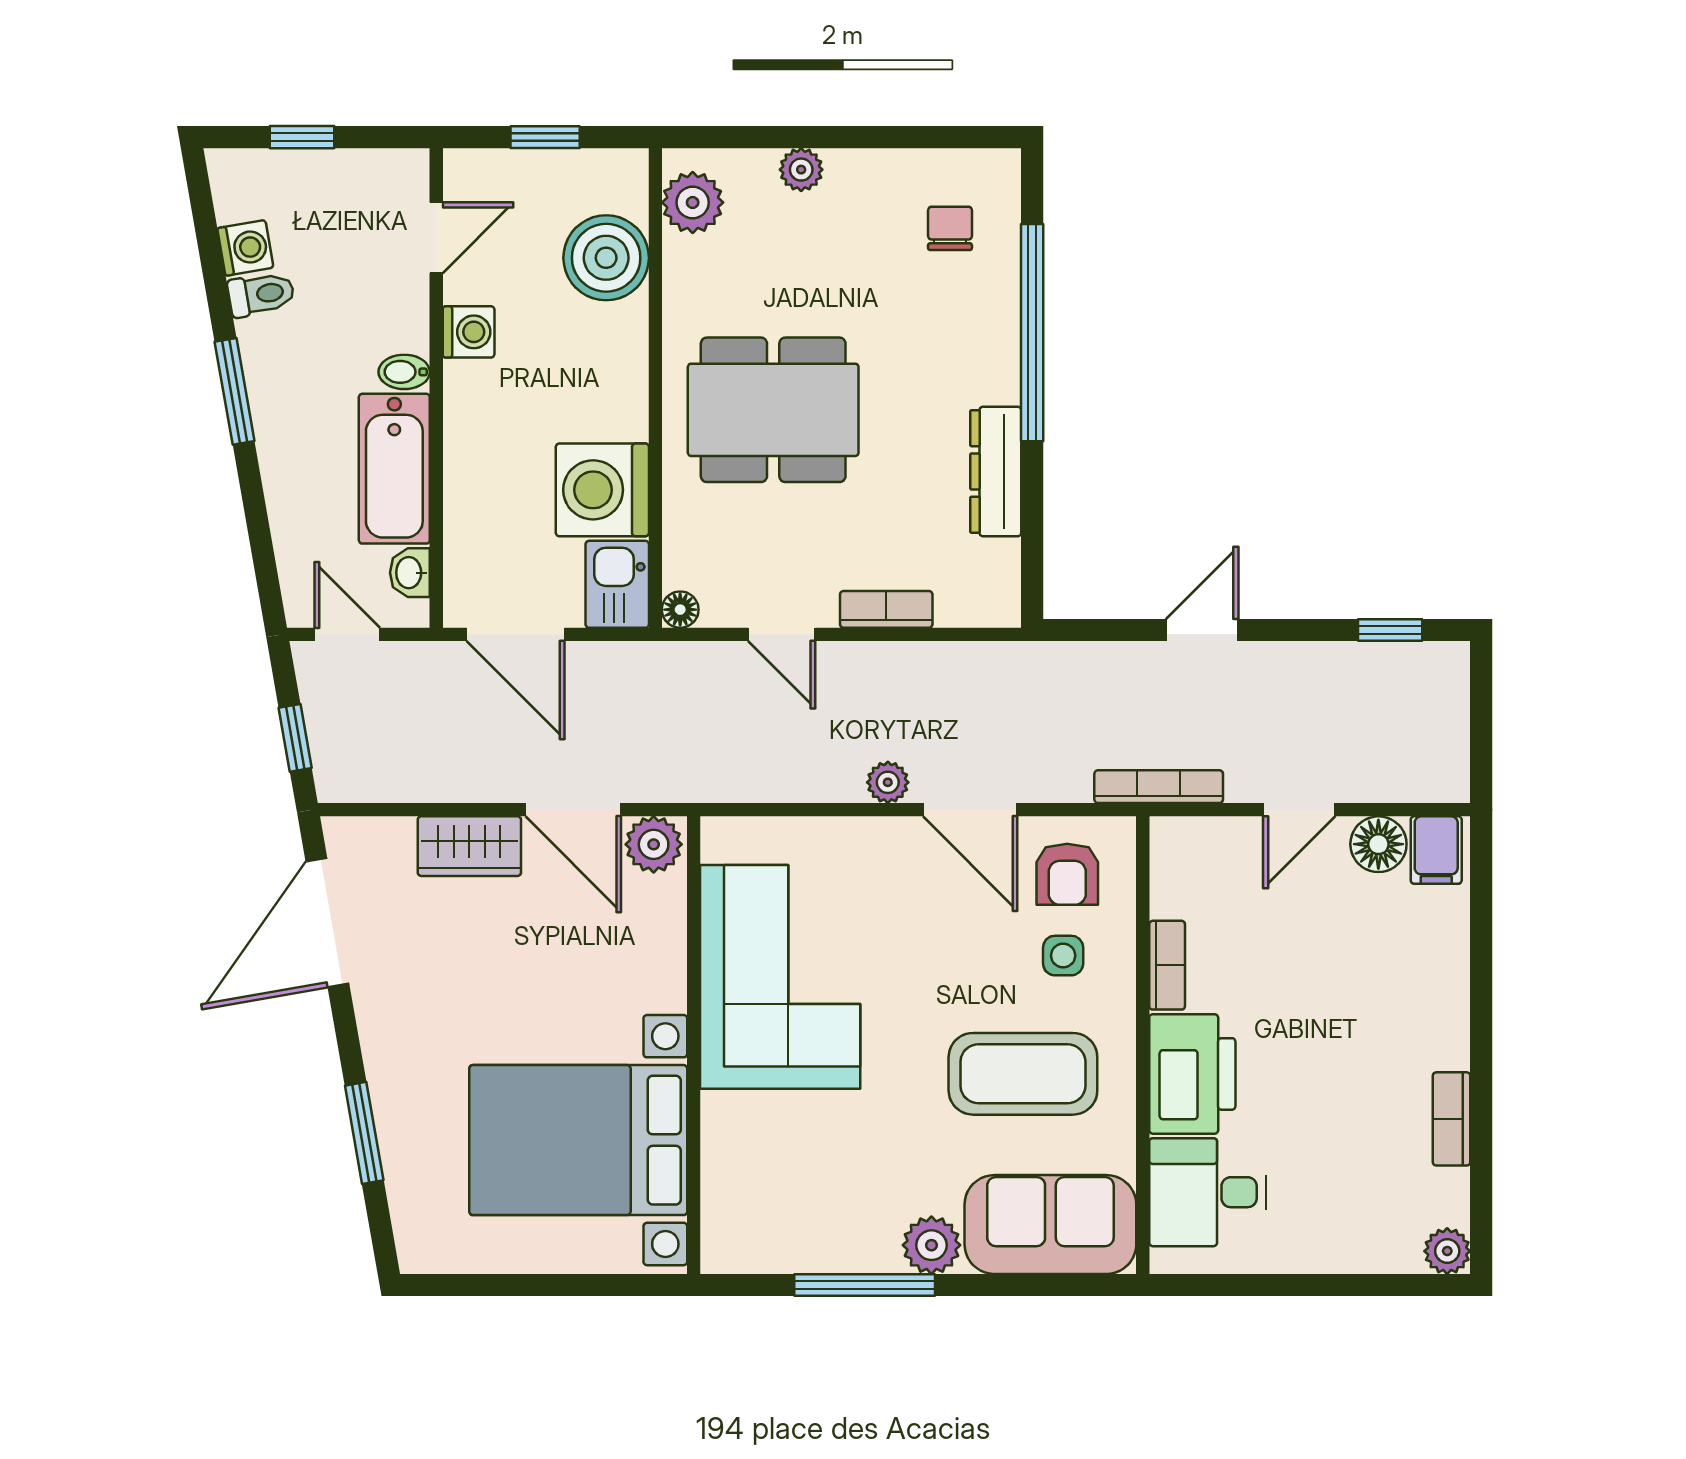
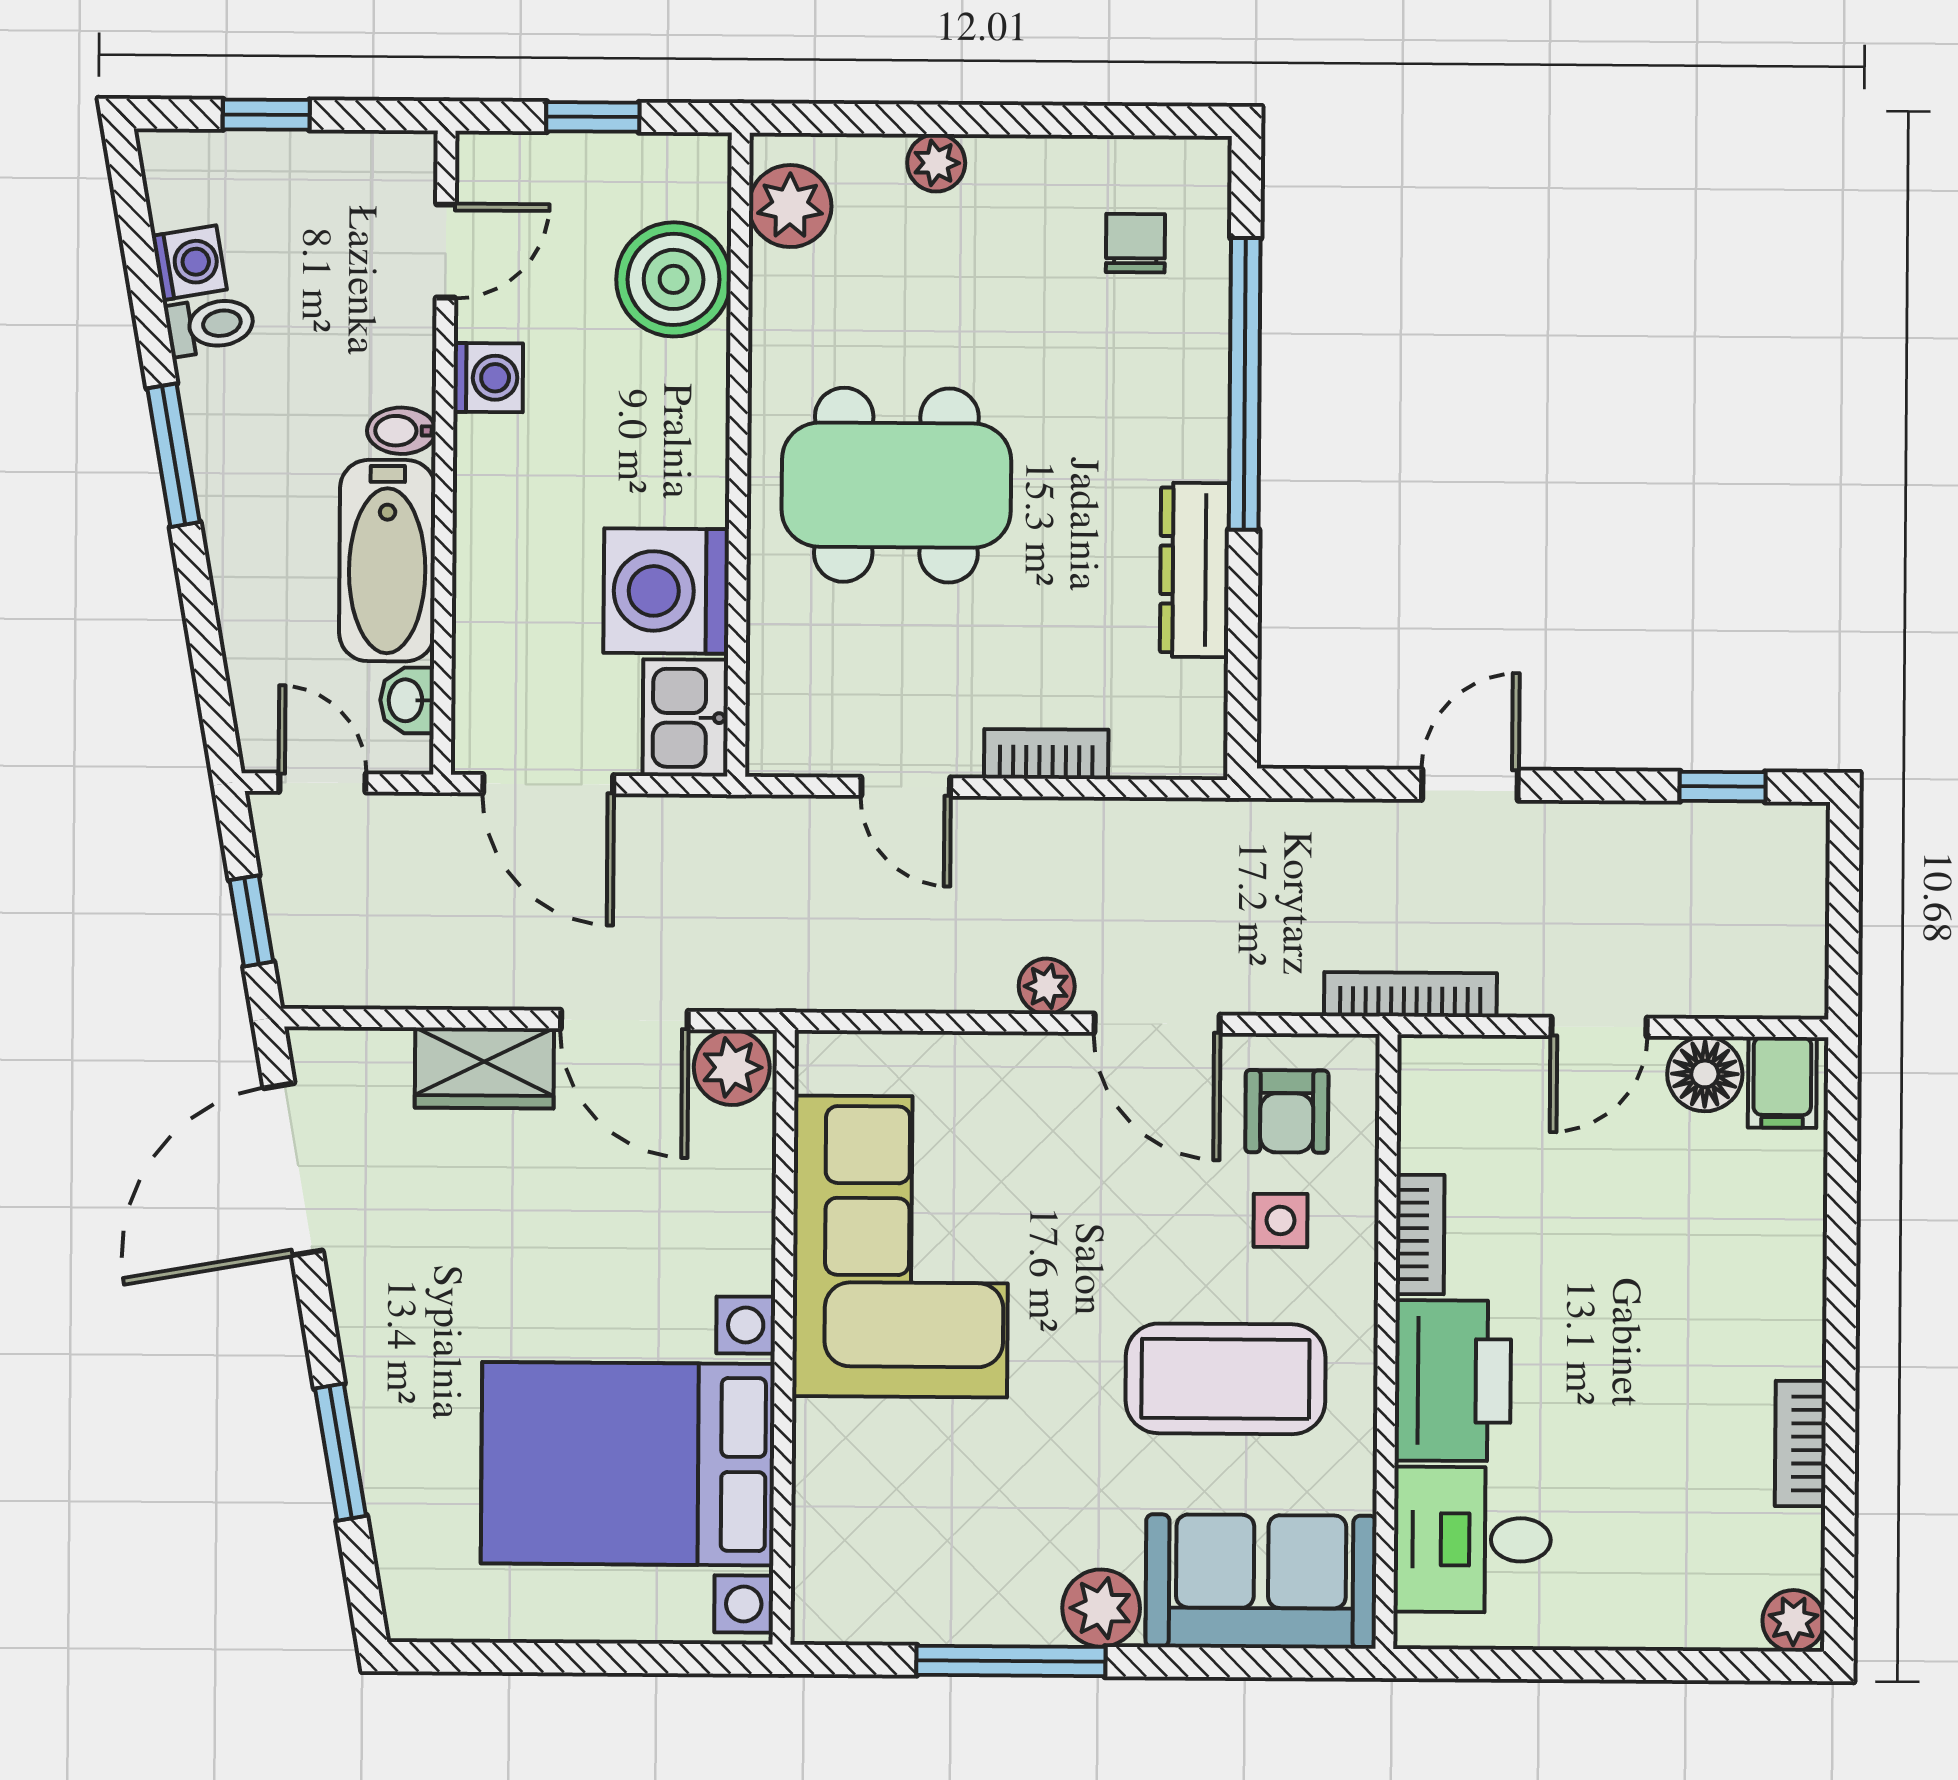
floor lamp: (680, 610) -> (770, 752), removed

